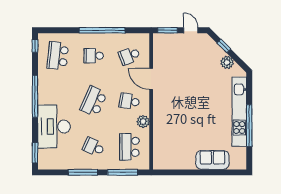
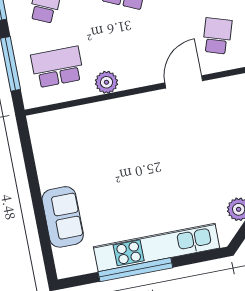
school desk: (129, 56) -> (217, 36), turned 39
school desk: (129, 101) -> (137, 51), removed

